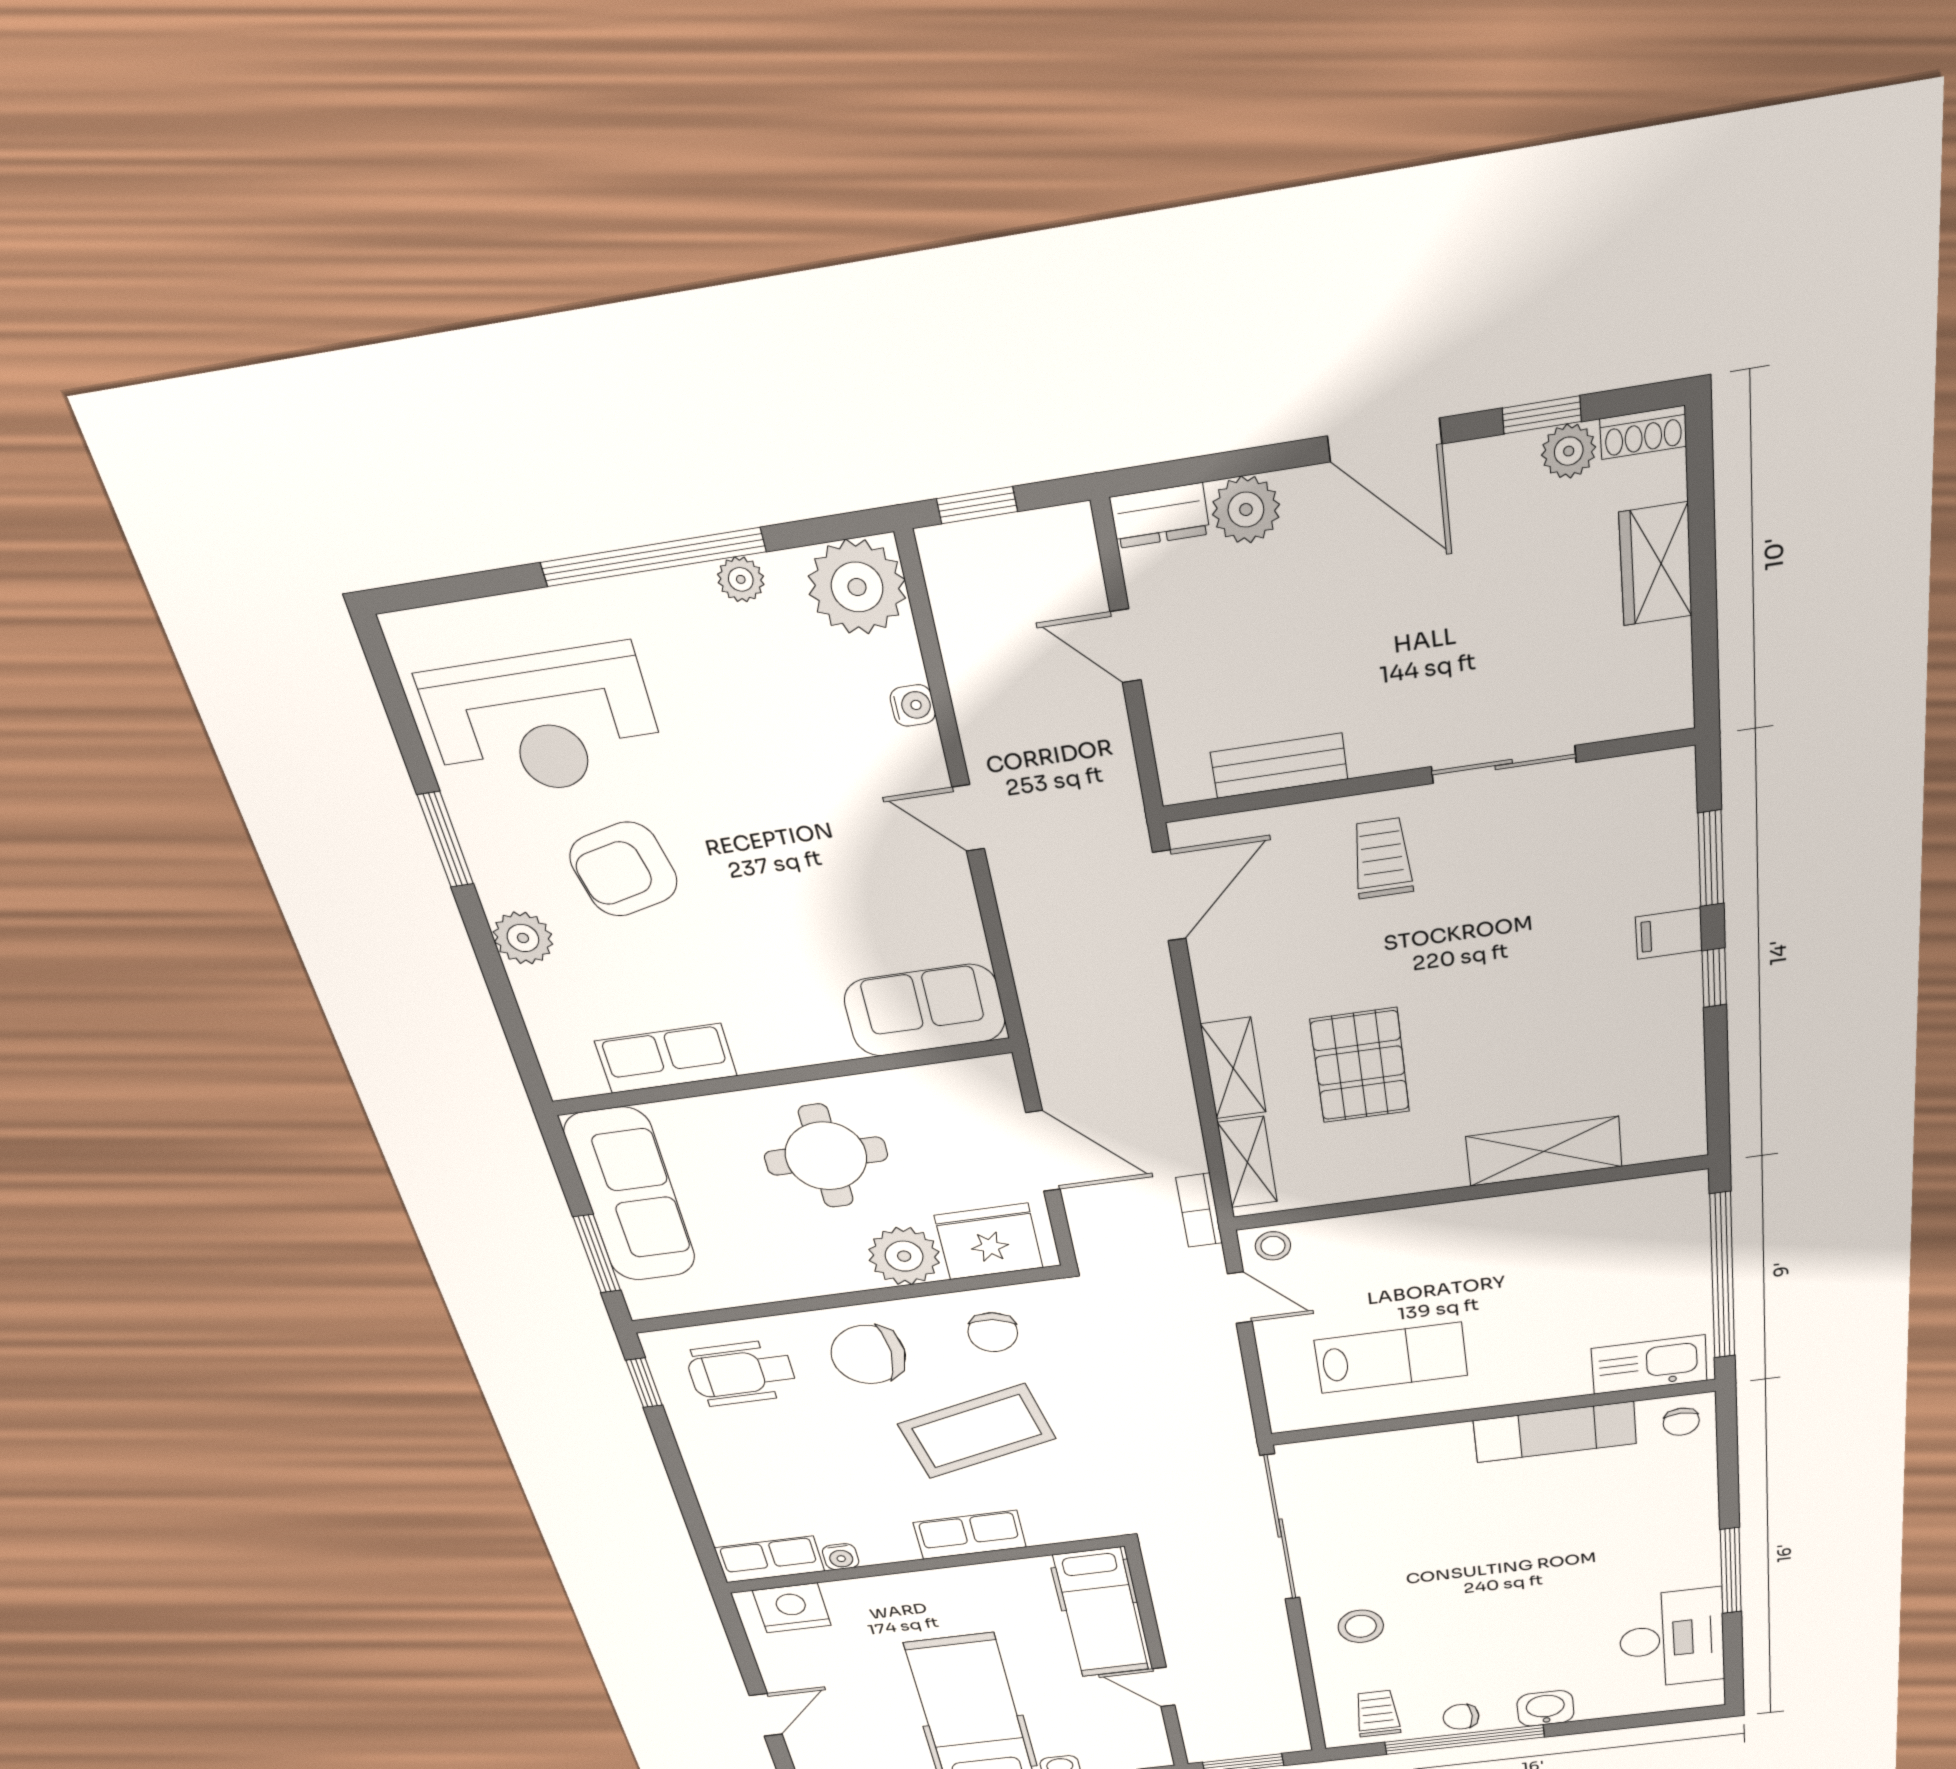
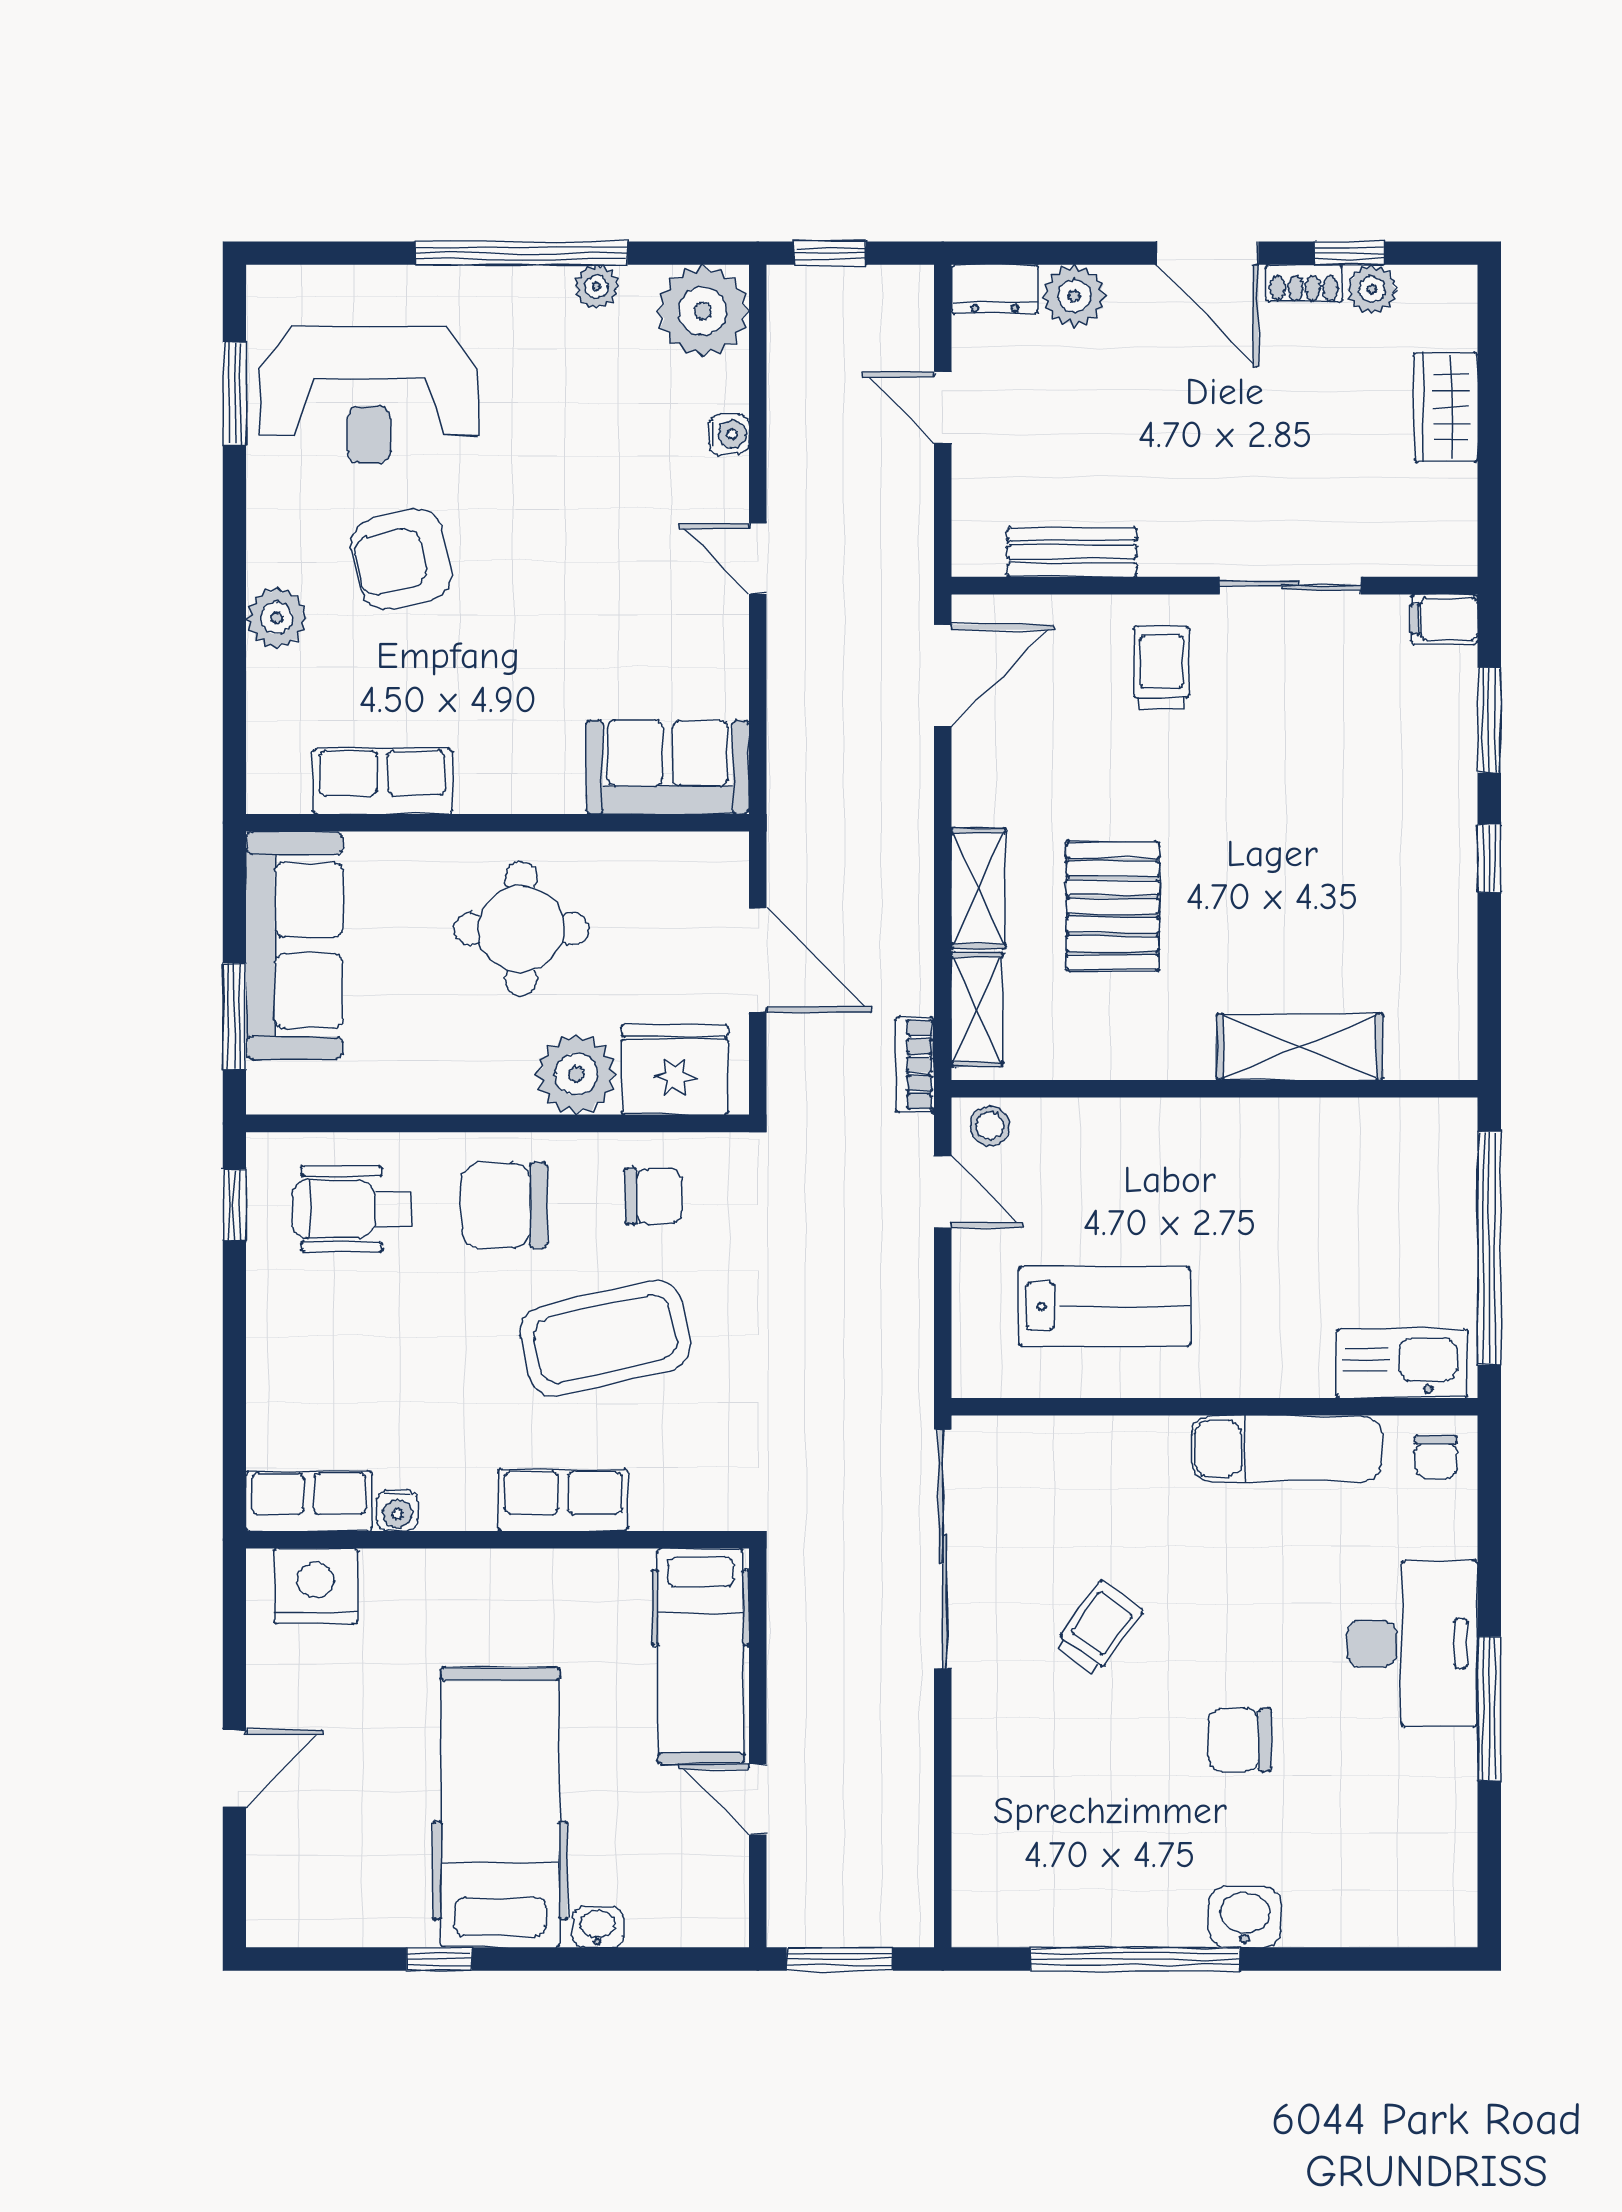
shoe rack: (1643, 432) -> (1304, 283), moved
window: (445, 840) -> (234, 393), moved
filing cabinet: (1669, 934) -> (1444, 619), moved
chair: (993, 1332) -> (654, 1196), turned -100
stool: (1361, 1626) -> (1023, 1731), removed
desk: (1672, 1639) -> (1412, 1644), moved
trolley: (1377, 1714) -> (1098, 1628), moved, turned 36
chair: (1461, 1717) -> (1240, 1740), moved, width x1.37, depth x1.37

